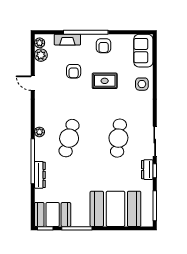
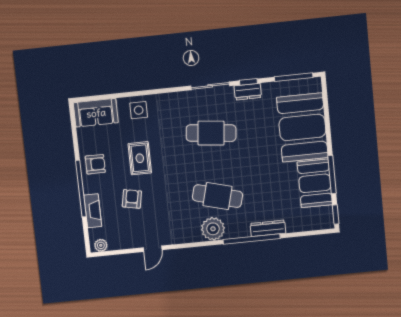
plant: (41, 55) -> (116, 242), removed
armchair: (74, 71) -> (132, 199), turned -79
plant: (39, 132) -> (213, 229), width x1.88, depth x1.88
booth: (53, 214) -> (315, 183), moved

